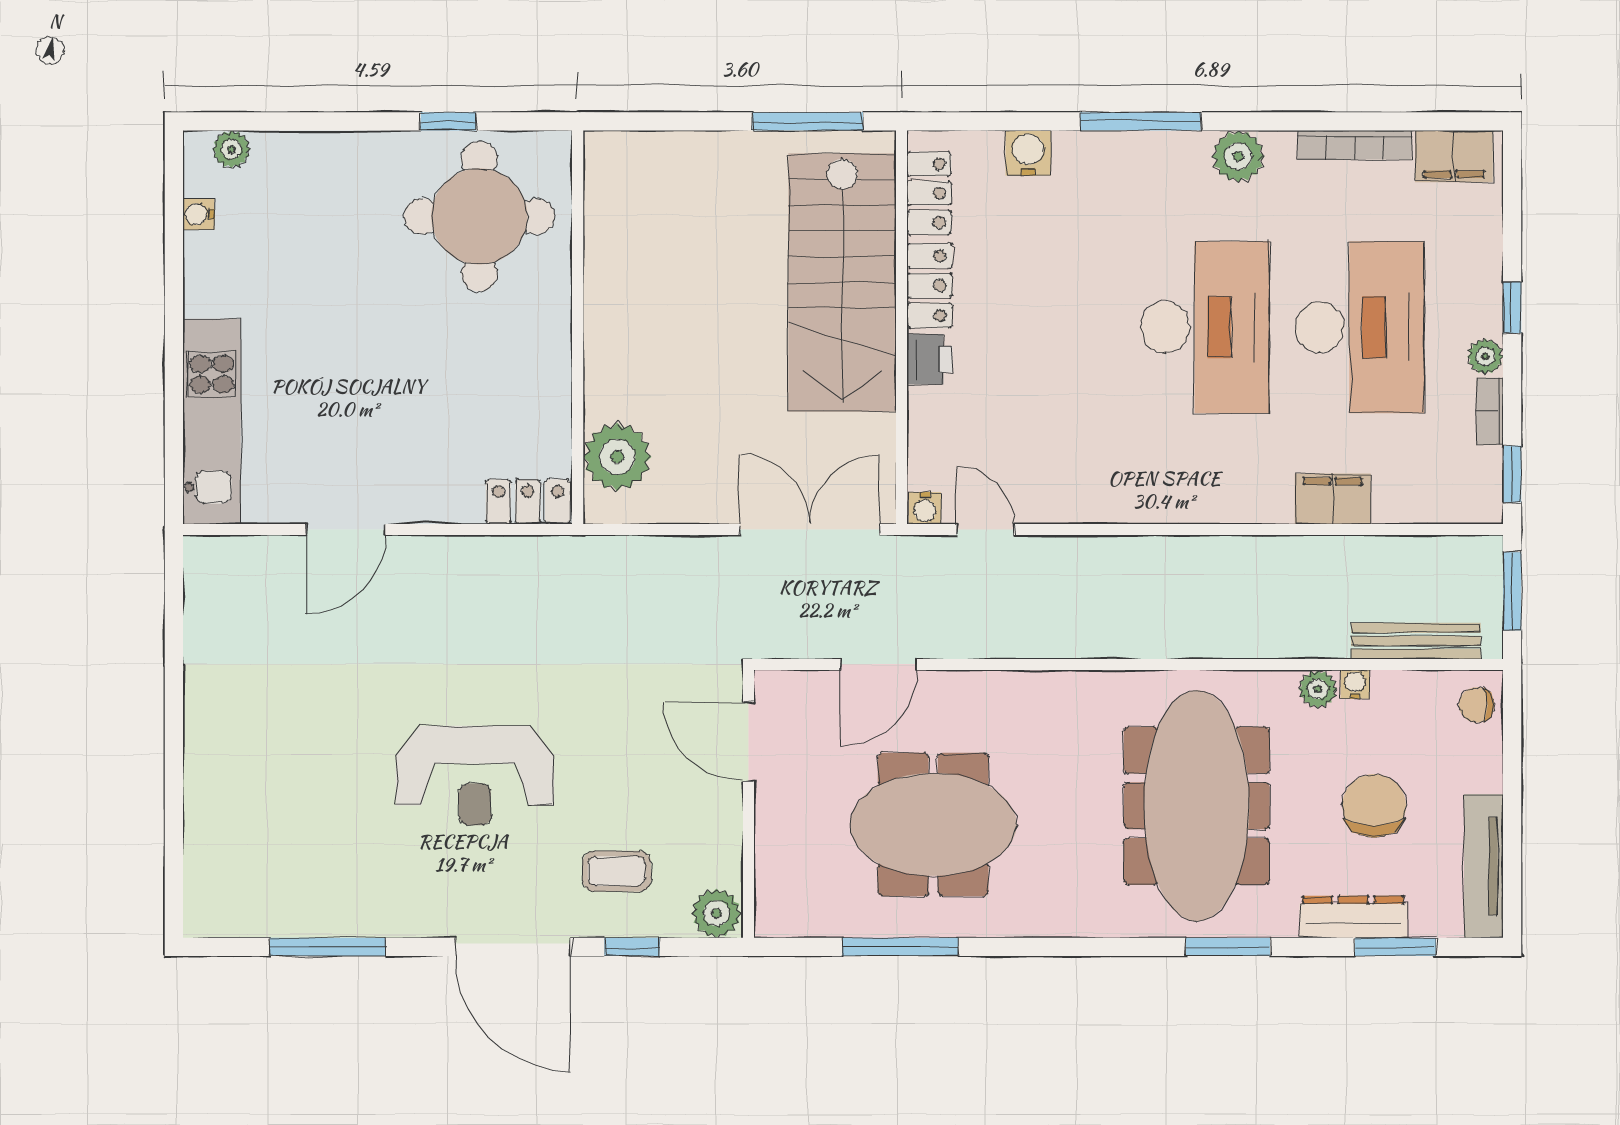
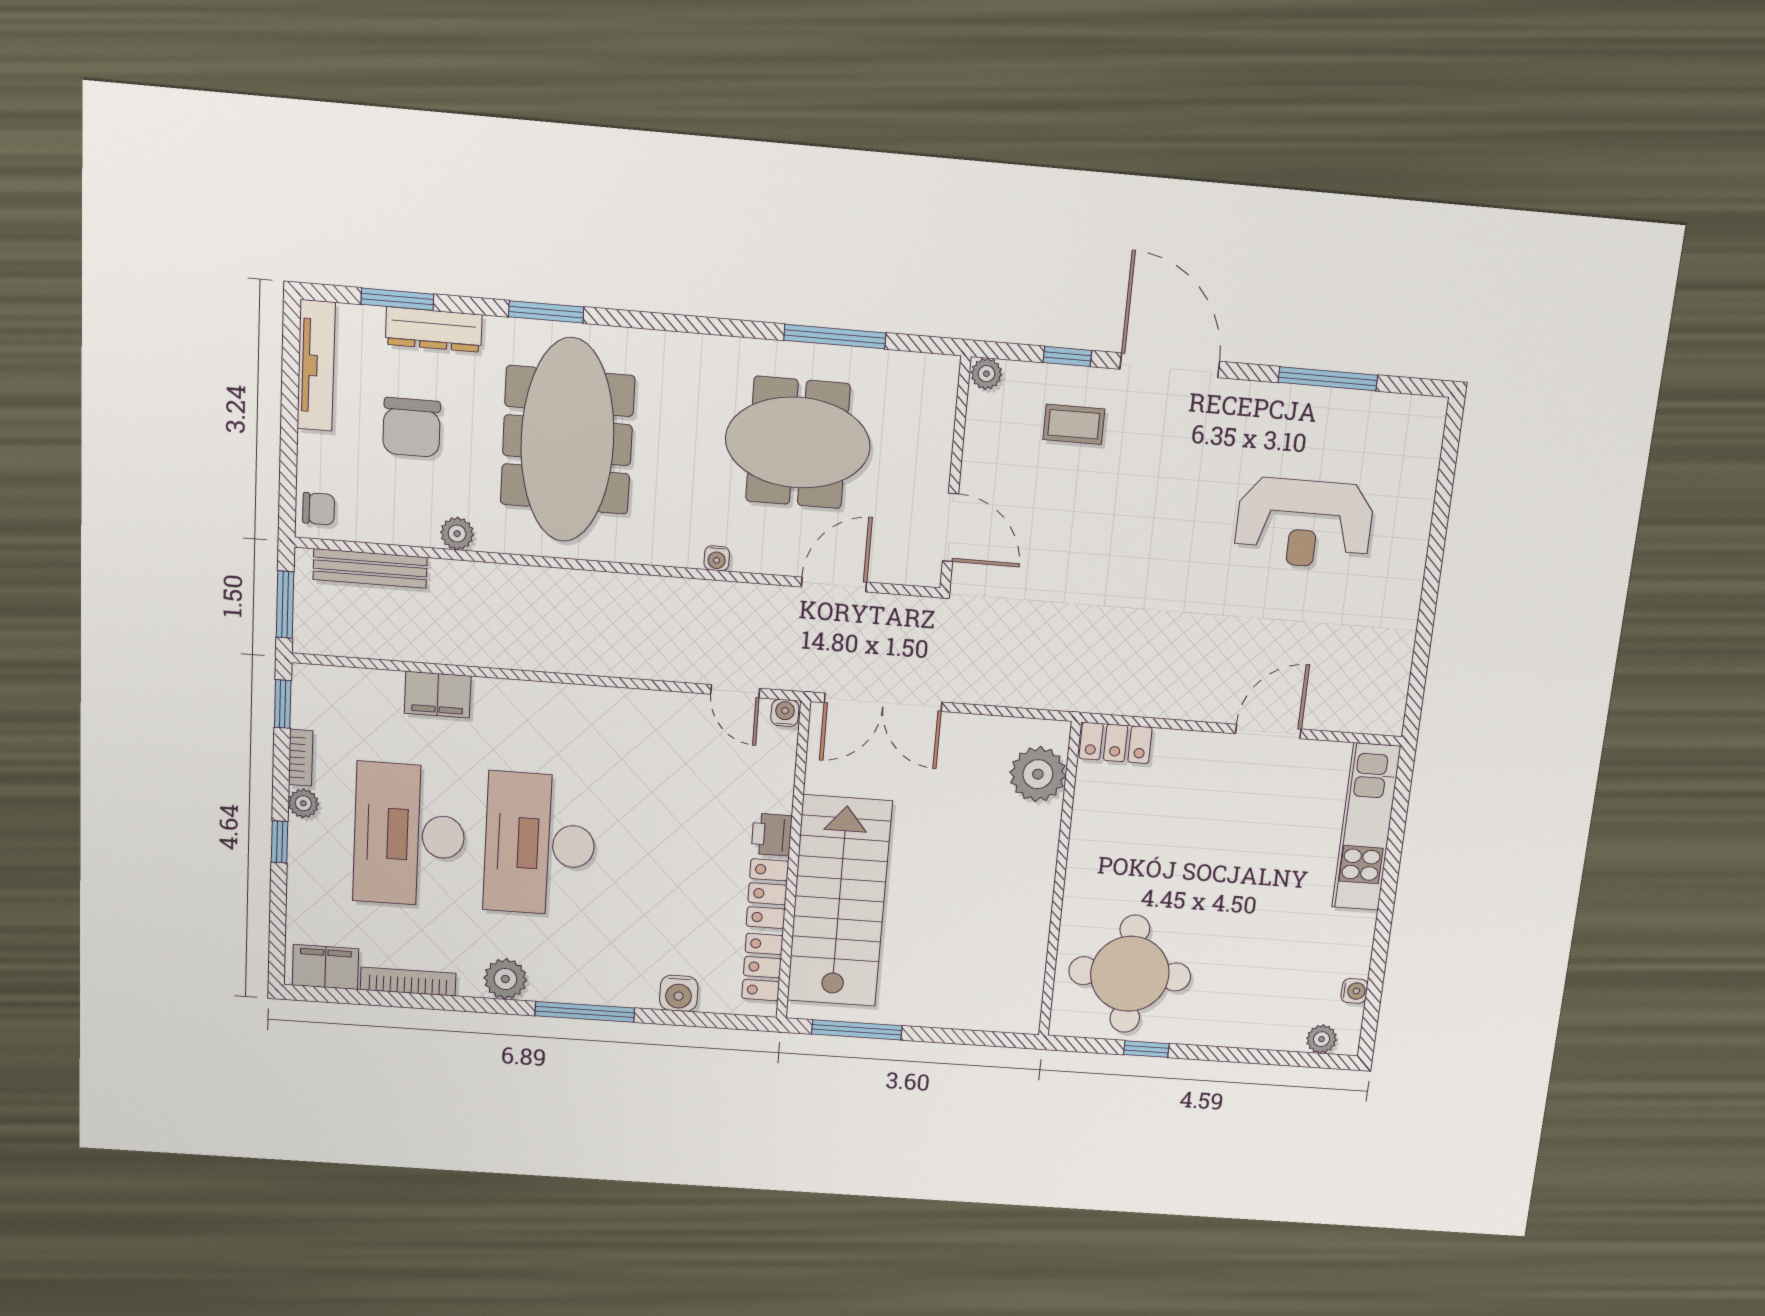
water cooler: (1355, 684) -> (717, 558), moved
reception desk: (475, 776) -> (1304, 523), moved, turned 180
plant: (716, 913) -> (986, 374), width x0.73, depth x0.73

